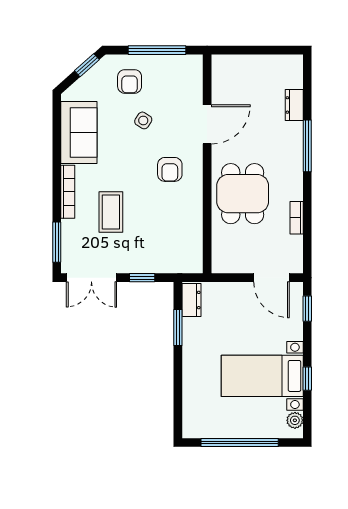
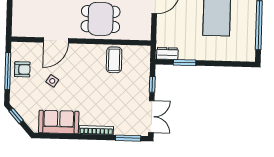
armchair: (130, 81) -> (22, 69), moved
door: (207, 124) -> (56, 40), swing flipped
armchair: (170, 169) -> (84, 65), removed
coffee table: (111, 212) -> (114, 60), moved, turned 90

